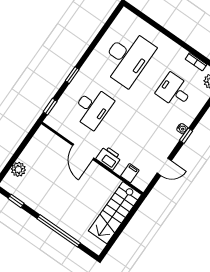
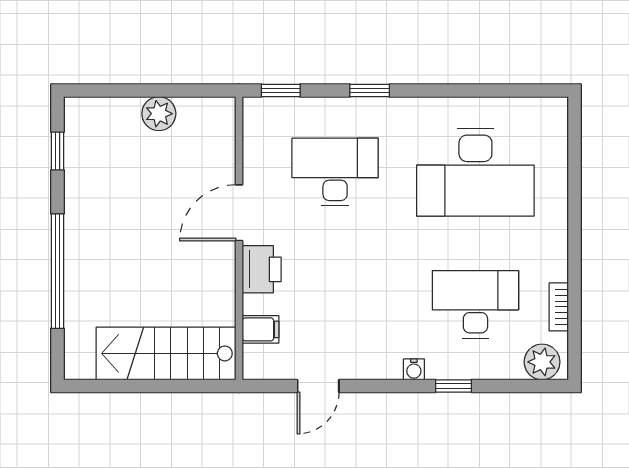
desk: (174, 91) -> (475, 304), width x1.37
desk: (93, 108) -> (335, 172), turned 180
window: (186, 136) -> (454, 386), moved
door: (164, 167) -> (318, 386), hinge flipped
plant: (18, 169) -> (159, 114), moved

